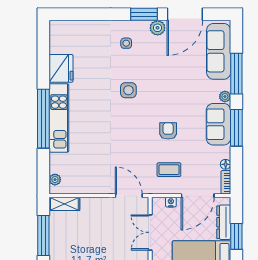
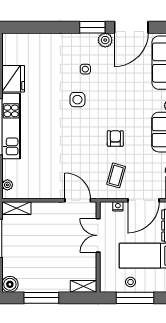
side table: (126, 43) -> (85, 69), moved
coffee table: (169, 170) -> (116, 175), turned -74

